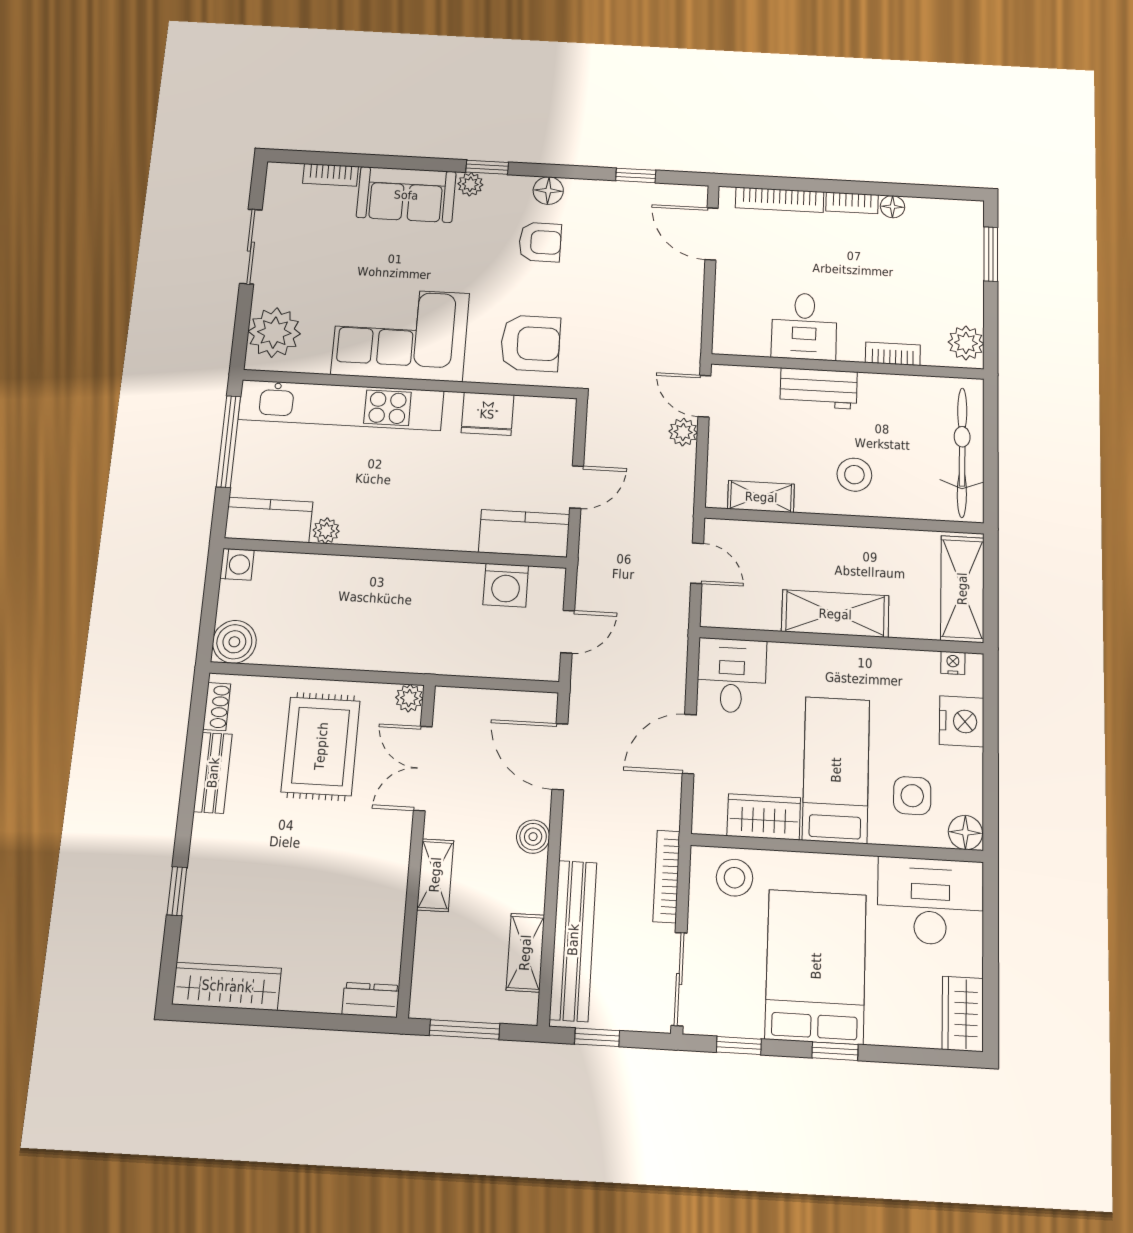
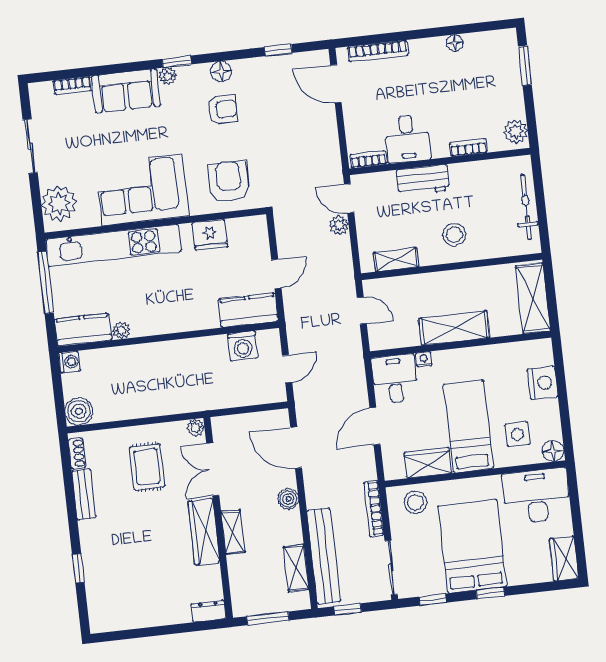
bookcase: (852, 203) -> (368, 159), moved, turned 180
armchair: (530, 343) -> (229, 182), turned -90
bicycle: (962, 452) -> (526, 207), width x0.73, depth x0.71
nightstand: (953, 663) -> (424, 359), moved
rug: (321, 746) -> (147, 467), width x0.73, depth x0.70
wardrobe: (227, 986) -> (204, 532), moved, turned -90

